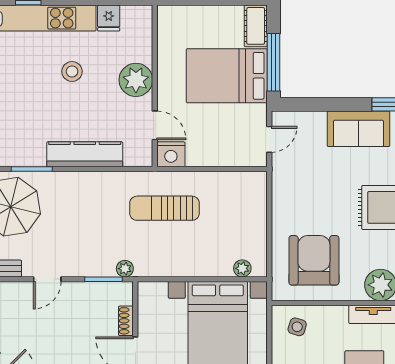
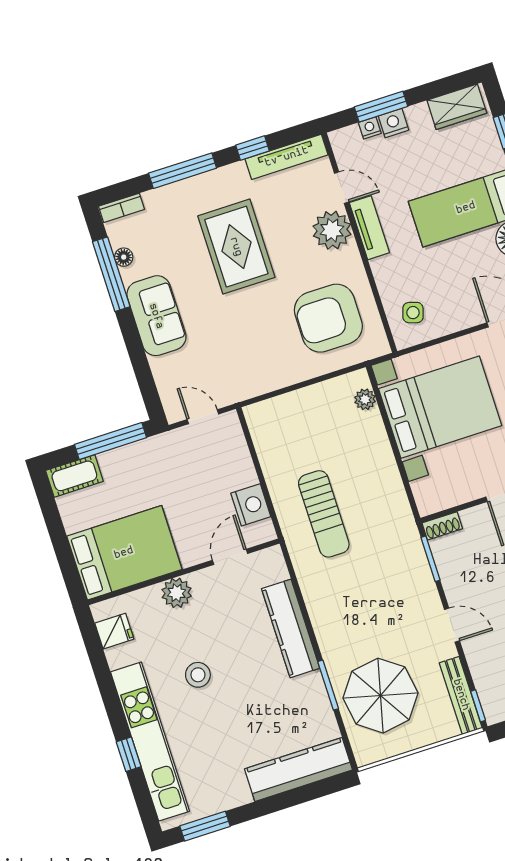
fridge: (109, 18) -> (114, 631), moved
bed: (227, 76) -> (124, 553), moved, turned -90
plant: (136, 80) -> (177, 593), width x0.73, depth x0.73
nightstand: (171, 154) -> (251, 505), moved
plant: (125, 269) -> (410, 538), removed
shoe rack: (126, 321) -> (442, 526), moved

